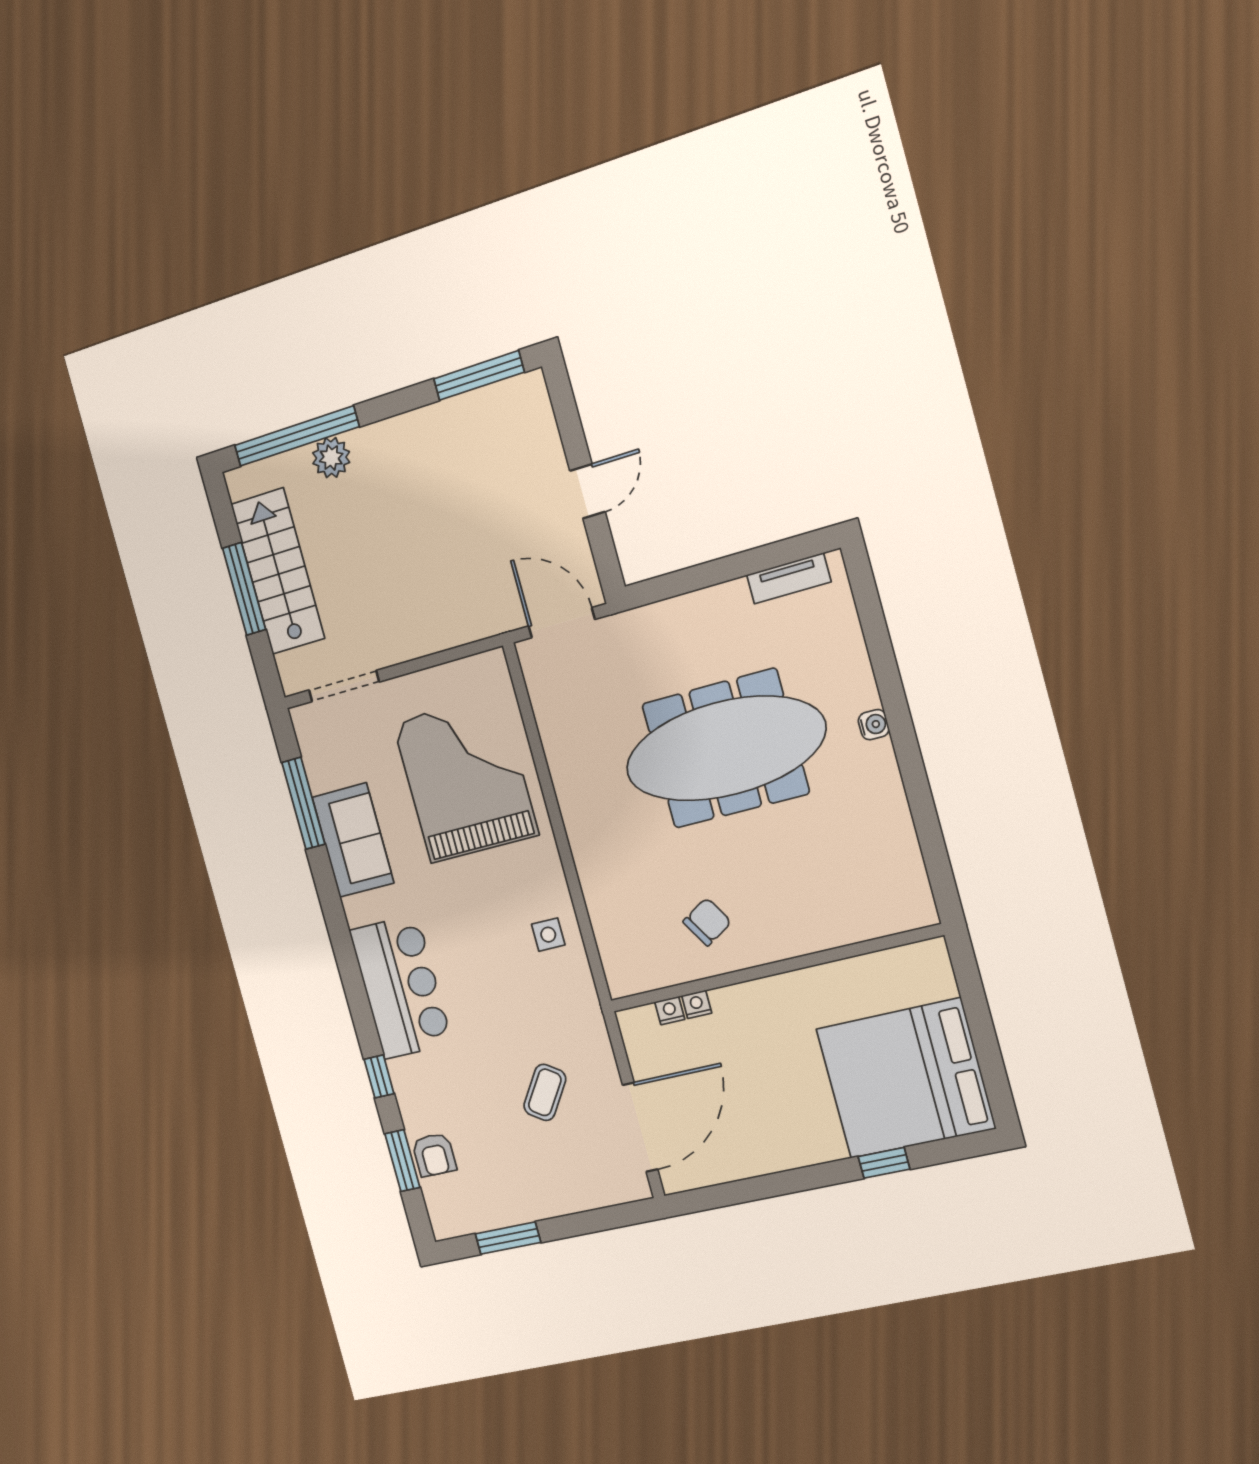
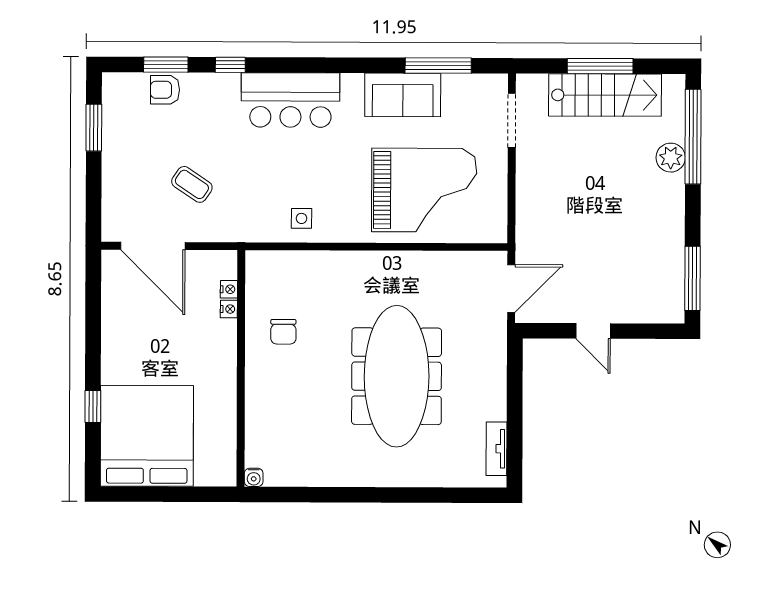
water cooler: (874, 725) -> (254, 477), moved
chair: (707, 922) -> (283, 332), turned 31

